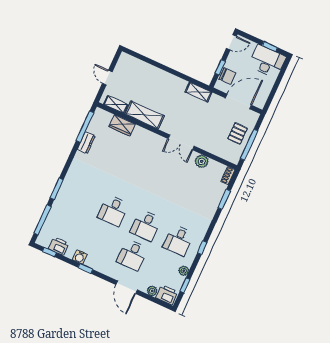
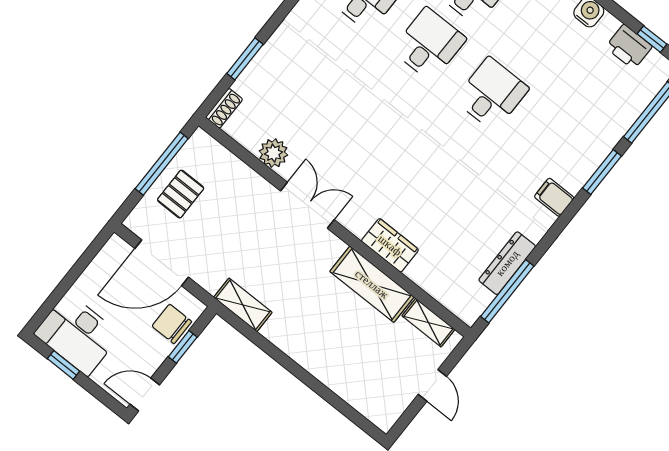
wardrobe: (122, 125) -> (390, 245), moved
dresser: (86, 143) -> (507, 263), width x1.44
filing cabinet: (75, 173) -> (554, 197), added

